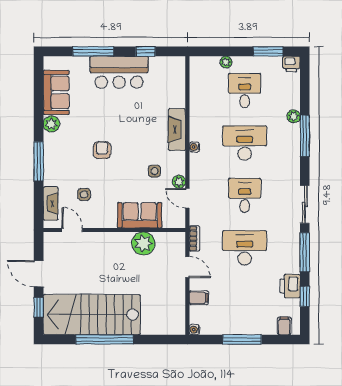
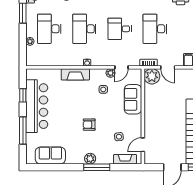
bar counter: (119, 72) -> (37, 106), width x1.36
desk: (245, 91) -> (49, 29), width x1.37
plant: (51, 124) -> (90, 159), moved
plant: (143, 243) -> (152, 76), moved
door: (187, 267) -> (168, 67), swing flipped

